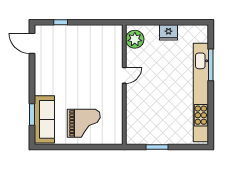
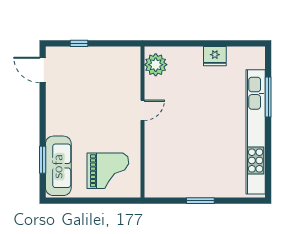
plant: (135, 39) -> (156, 65), moved
door: (124, 75) -> (142, 110), moved
wall: (124, 85) -> (142, 122), moved

